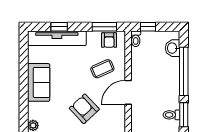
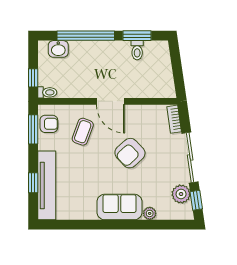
coffee table: (102, 69) -> (83, 132), turned 44
sofa: (39, 82) -> (120, 207), moved

